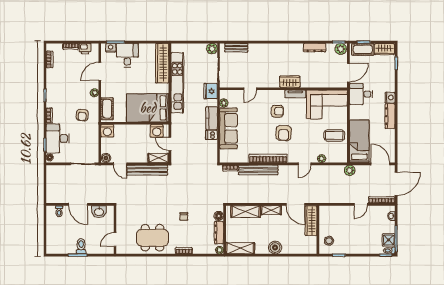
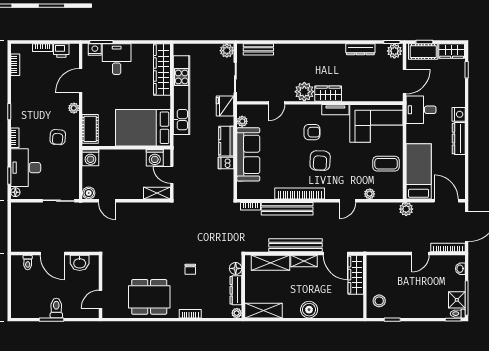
plant: (271, 80) -> (304, 92), added
bench: (147, 170) -> (296, 245), moved

